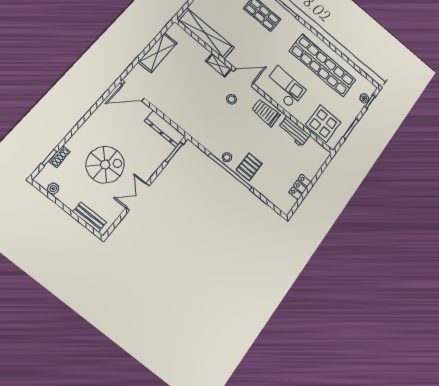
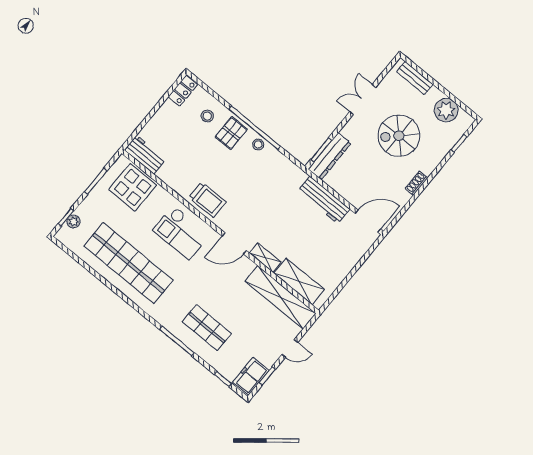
shelving: (158, 52) -> (299, 281), moved, turned 90
stool: (232, 99) -> (207, 116), moved
workbench: (171, 110) -> (324, 200), added
dresser: (165, 129) -> (330, 156), moved, turned 90
workbench: (294, 131) -> (145, 155), moved
shoe rack: (59, 157) -> (416, 183), moved
locker: (300, 187) -> (183, 91), moved
plant: (53, 189) -> (446, 110), width x1.87, depth x1.87
double door: (138, 197) -> (363, 100), swing flipped

